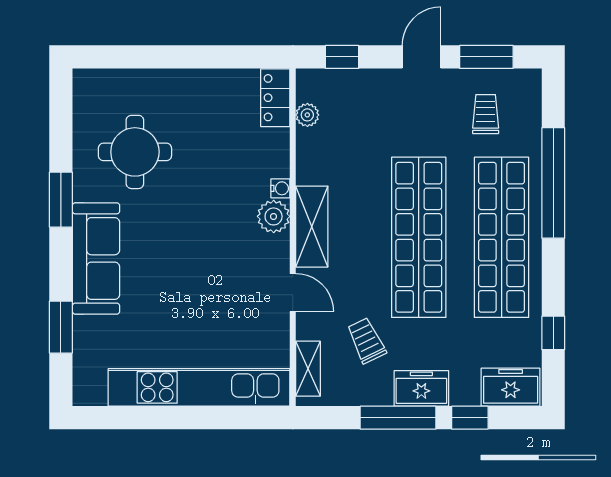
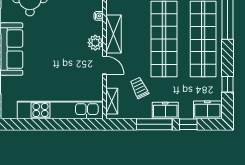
plant: (274, 216) -> (95, 43), moved

